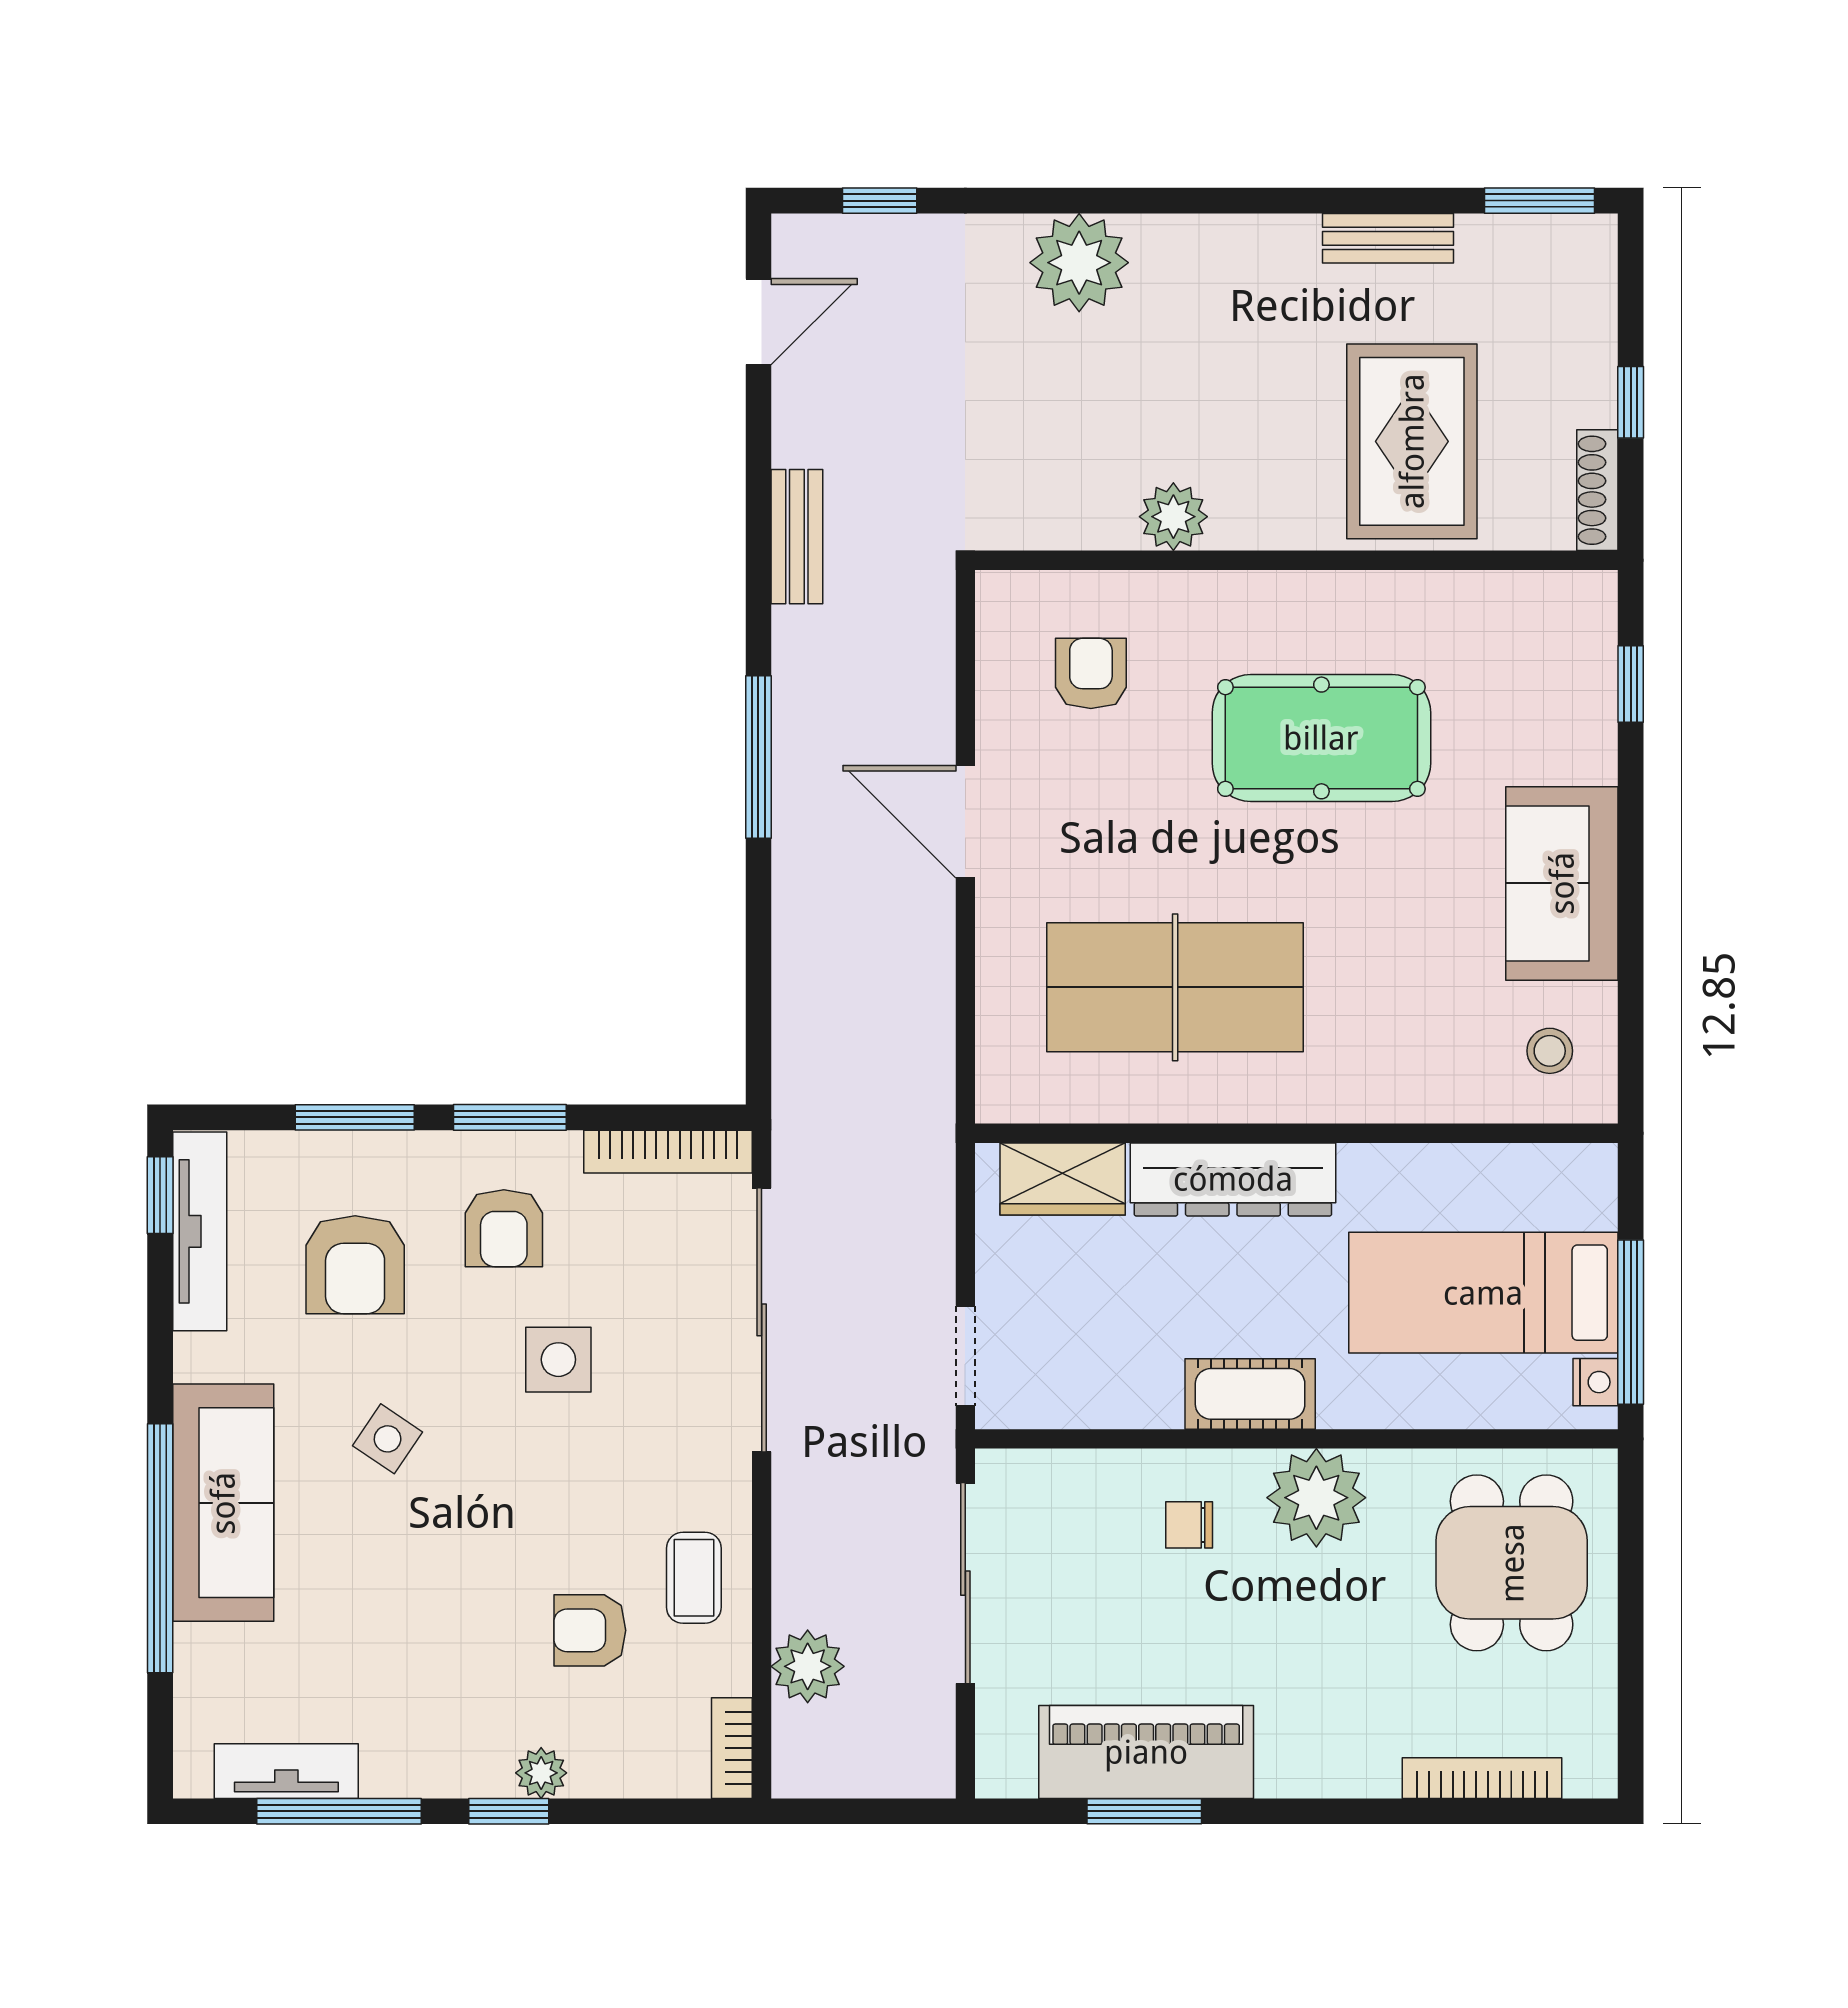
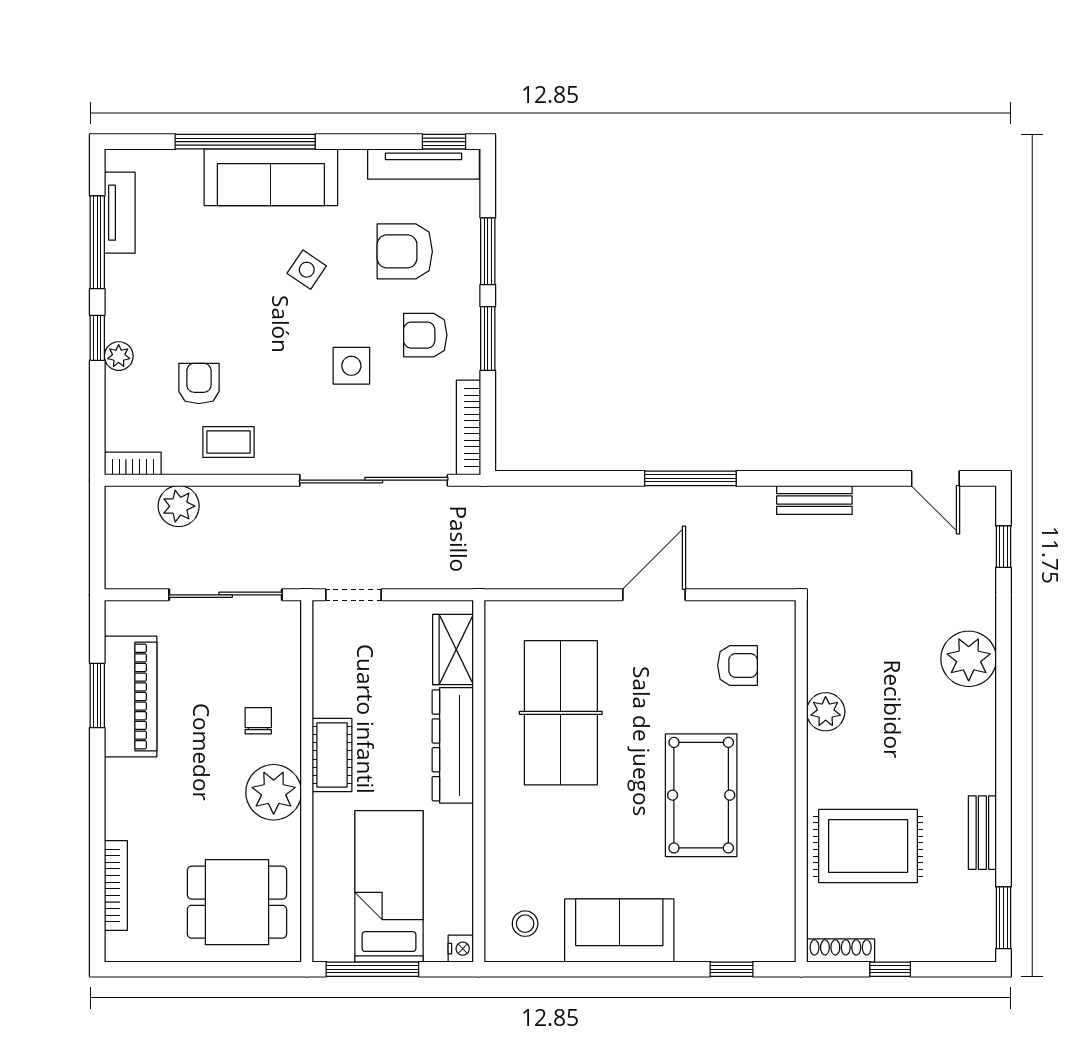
nightstand: (1595, 1382) -> (461, 949), moved, turned -90

